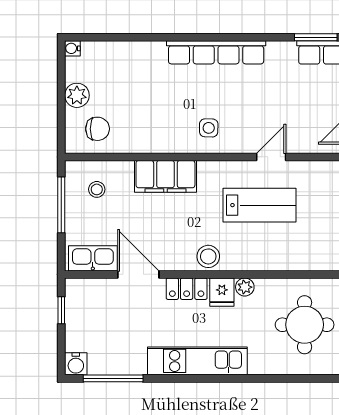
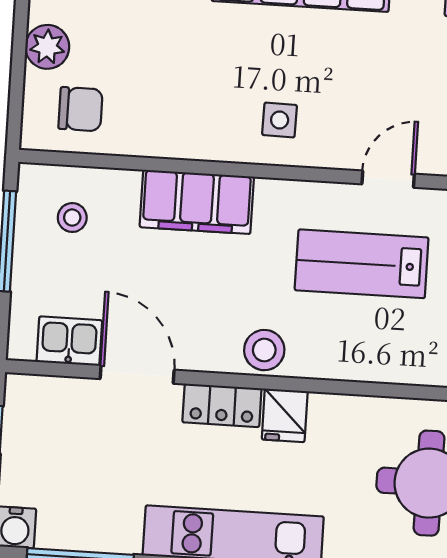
lab bench: (259, 205) -> (362, 264), turned 180
kitchen sink: (93, 258) -> (69, 341), width x0.73
plant: (245, 287) -> (326, 409), removed

